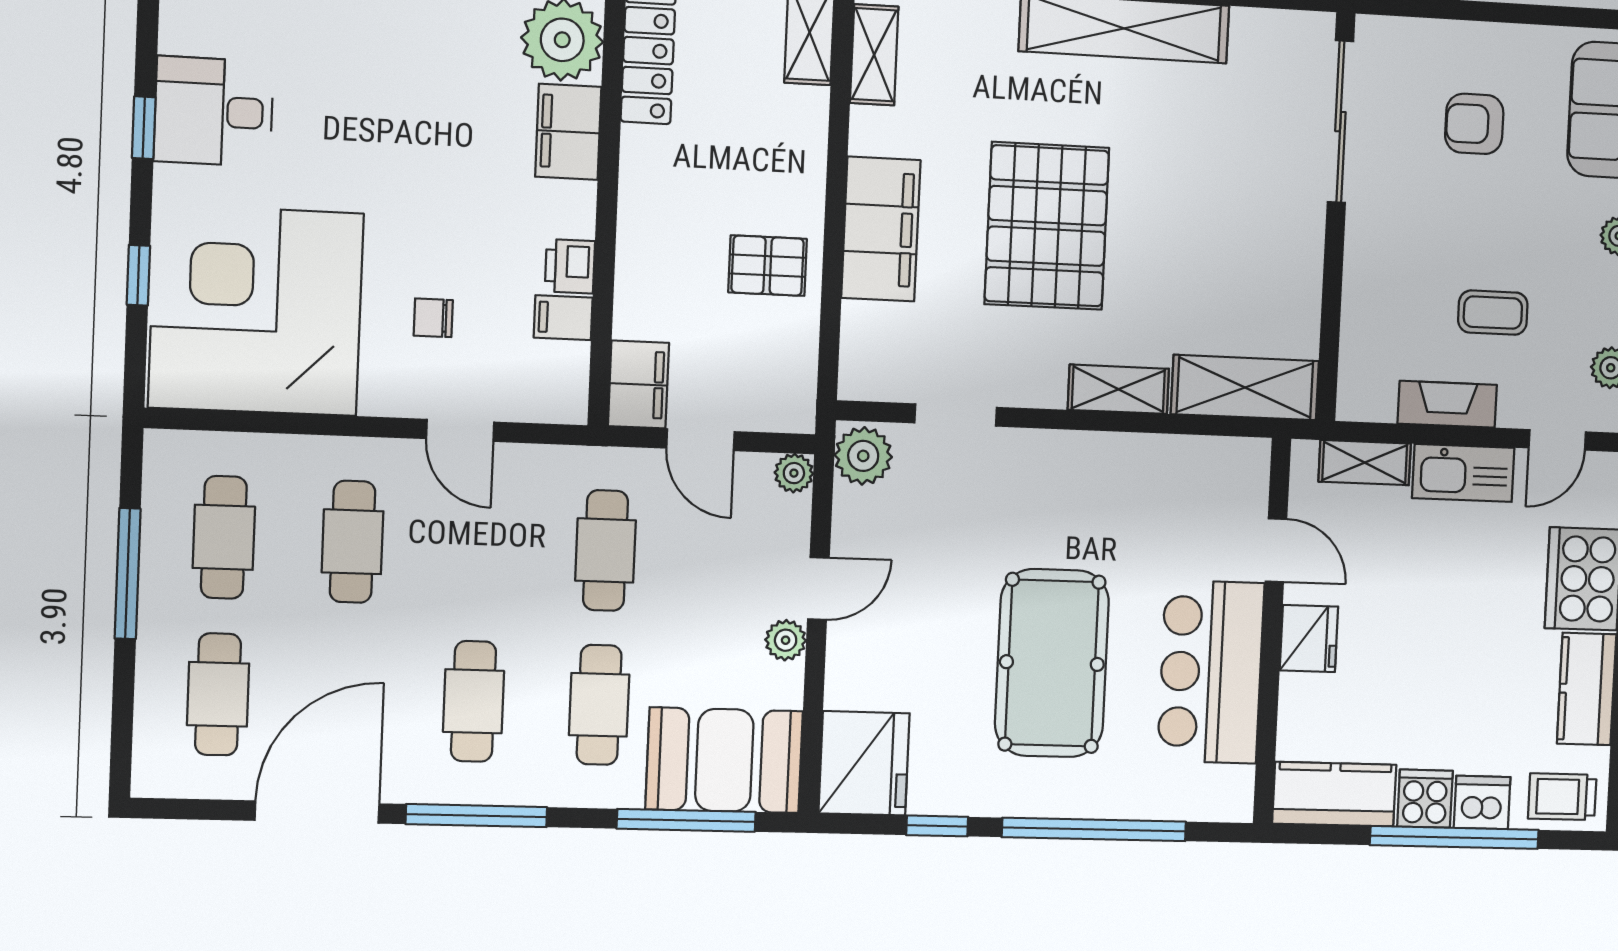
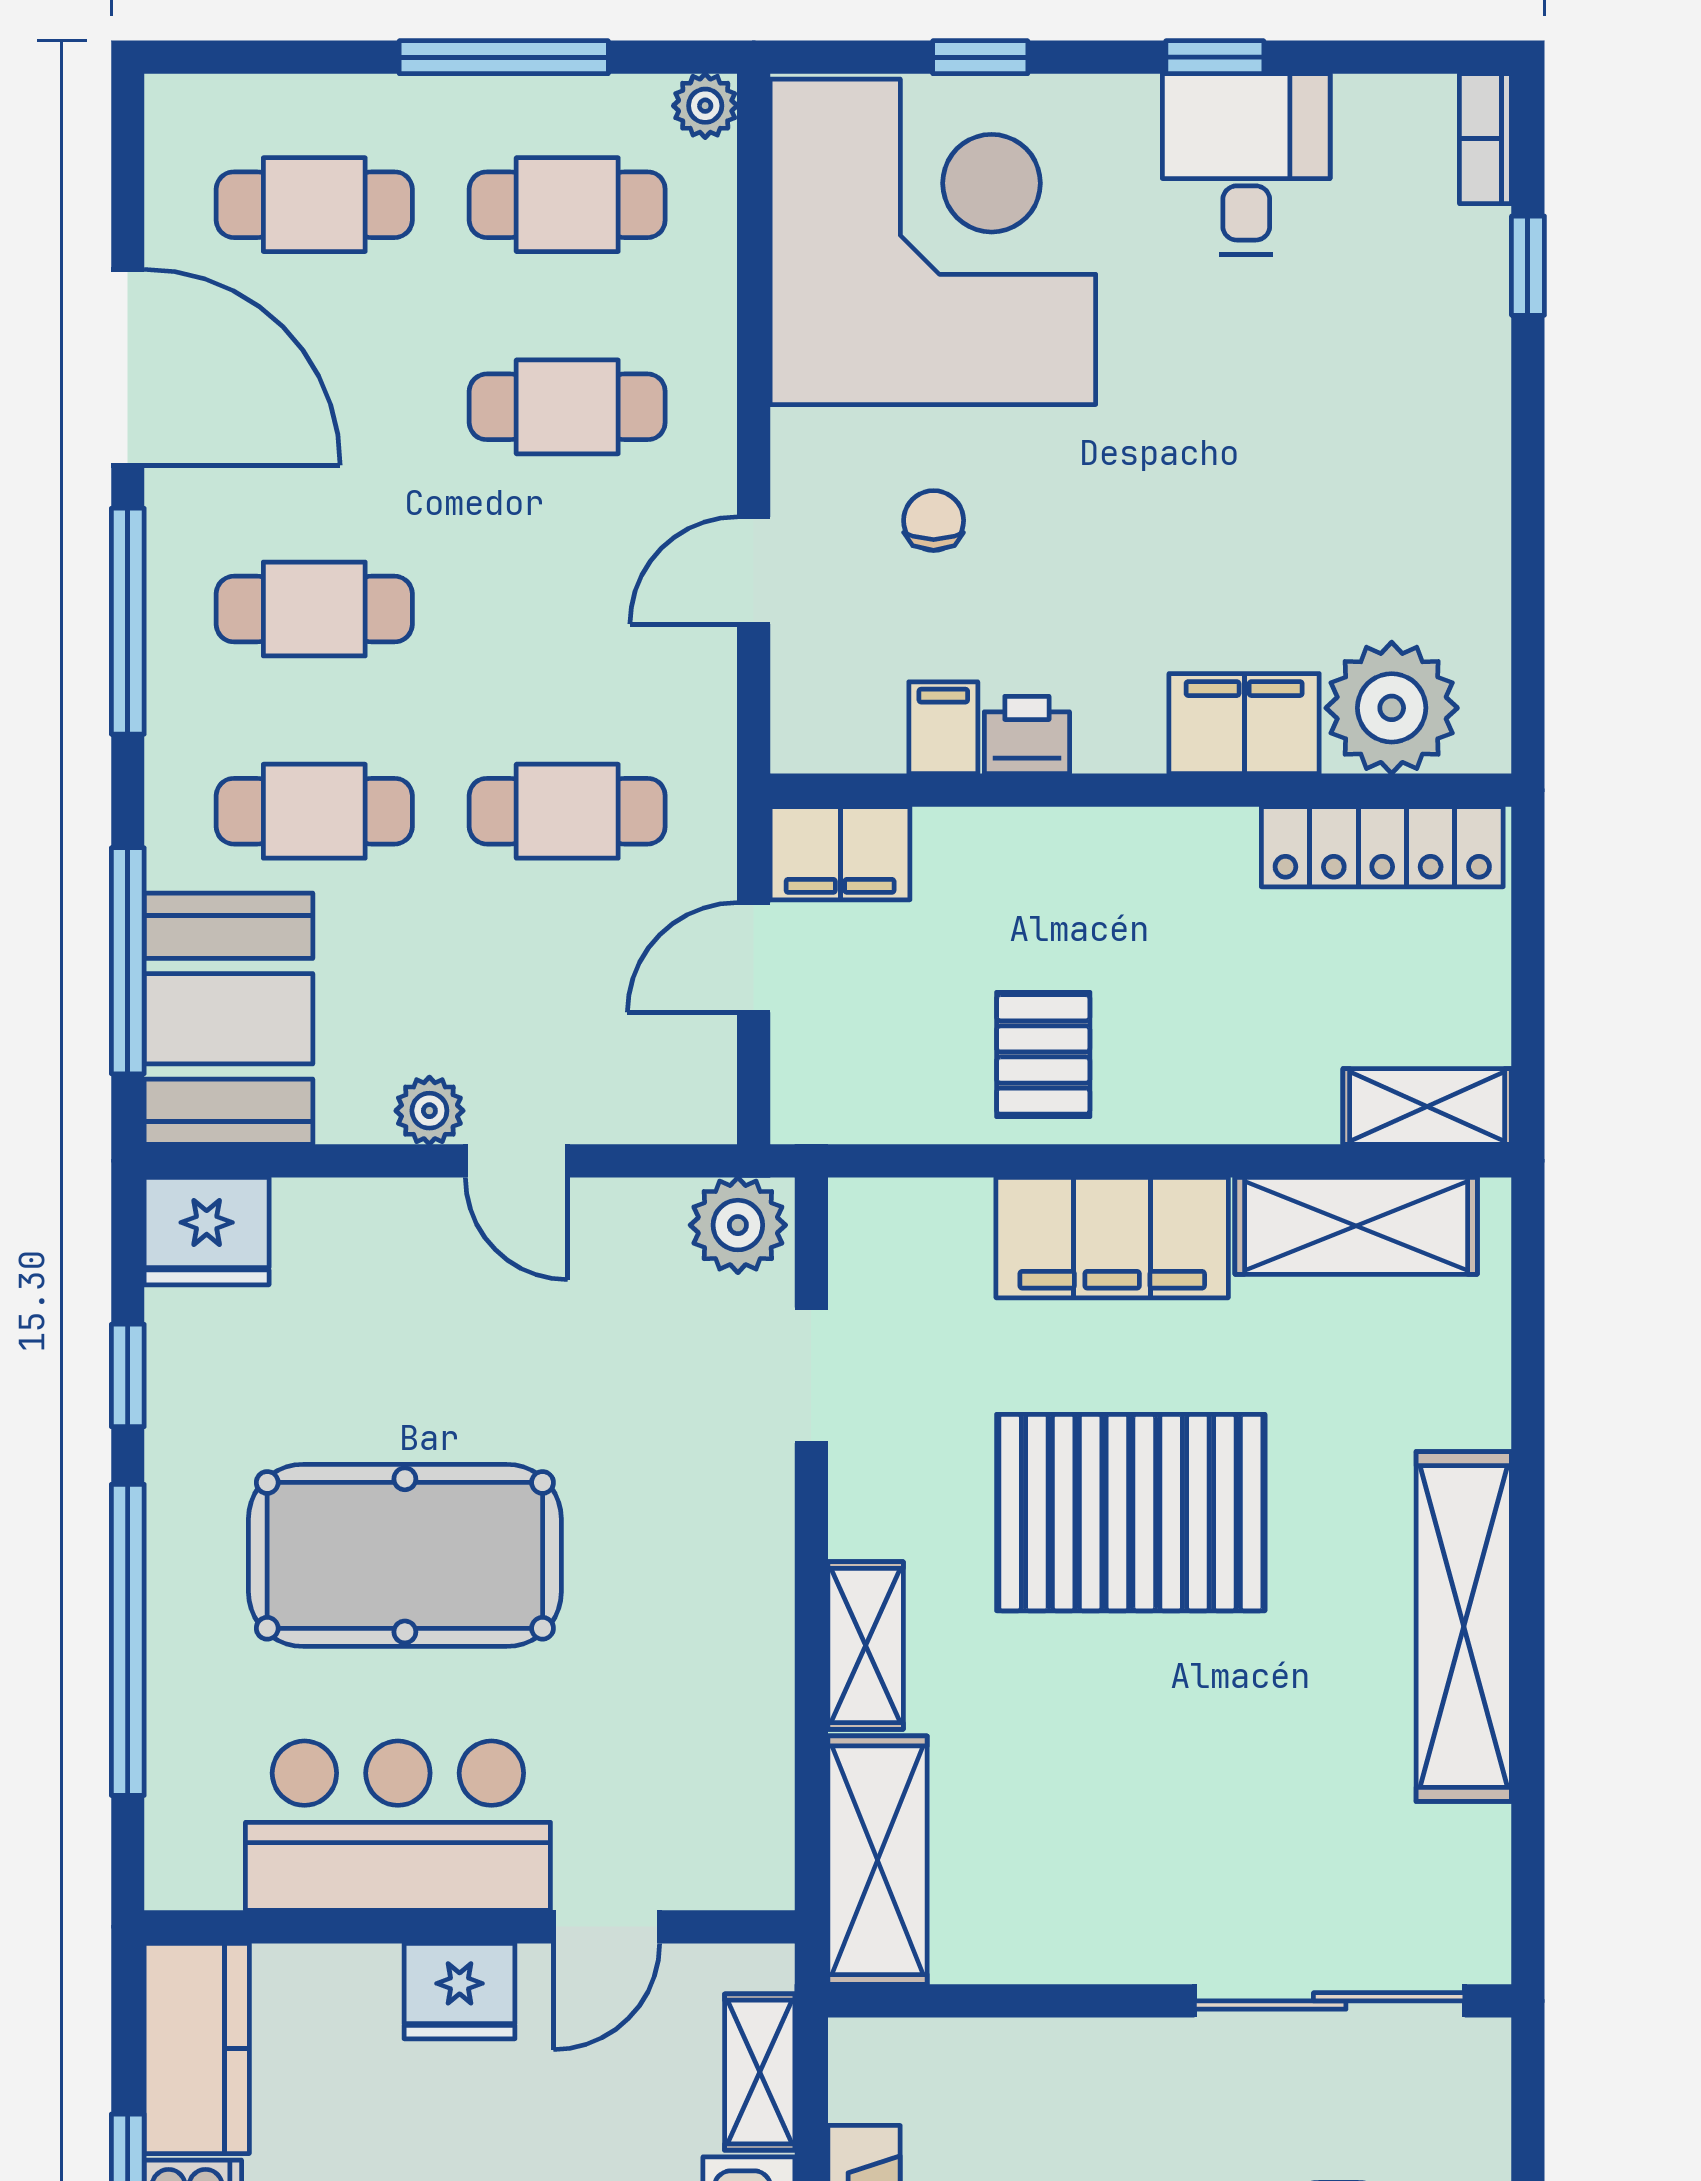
shelving: (874, 55) -> (1356, 1226), width x1.50, depth x1.33
plant: (794, 473) -> (705, 106), moved
fridge: (864, 763) -> (207, 1231), width x0.73, depth x0.75

